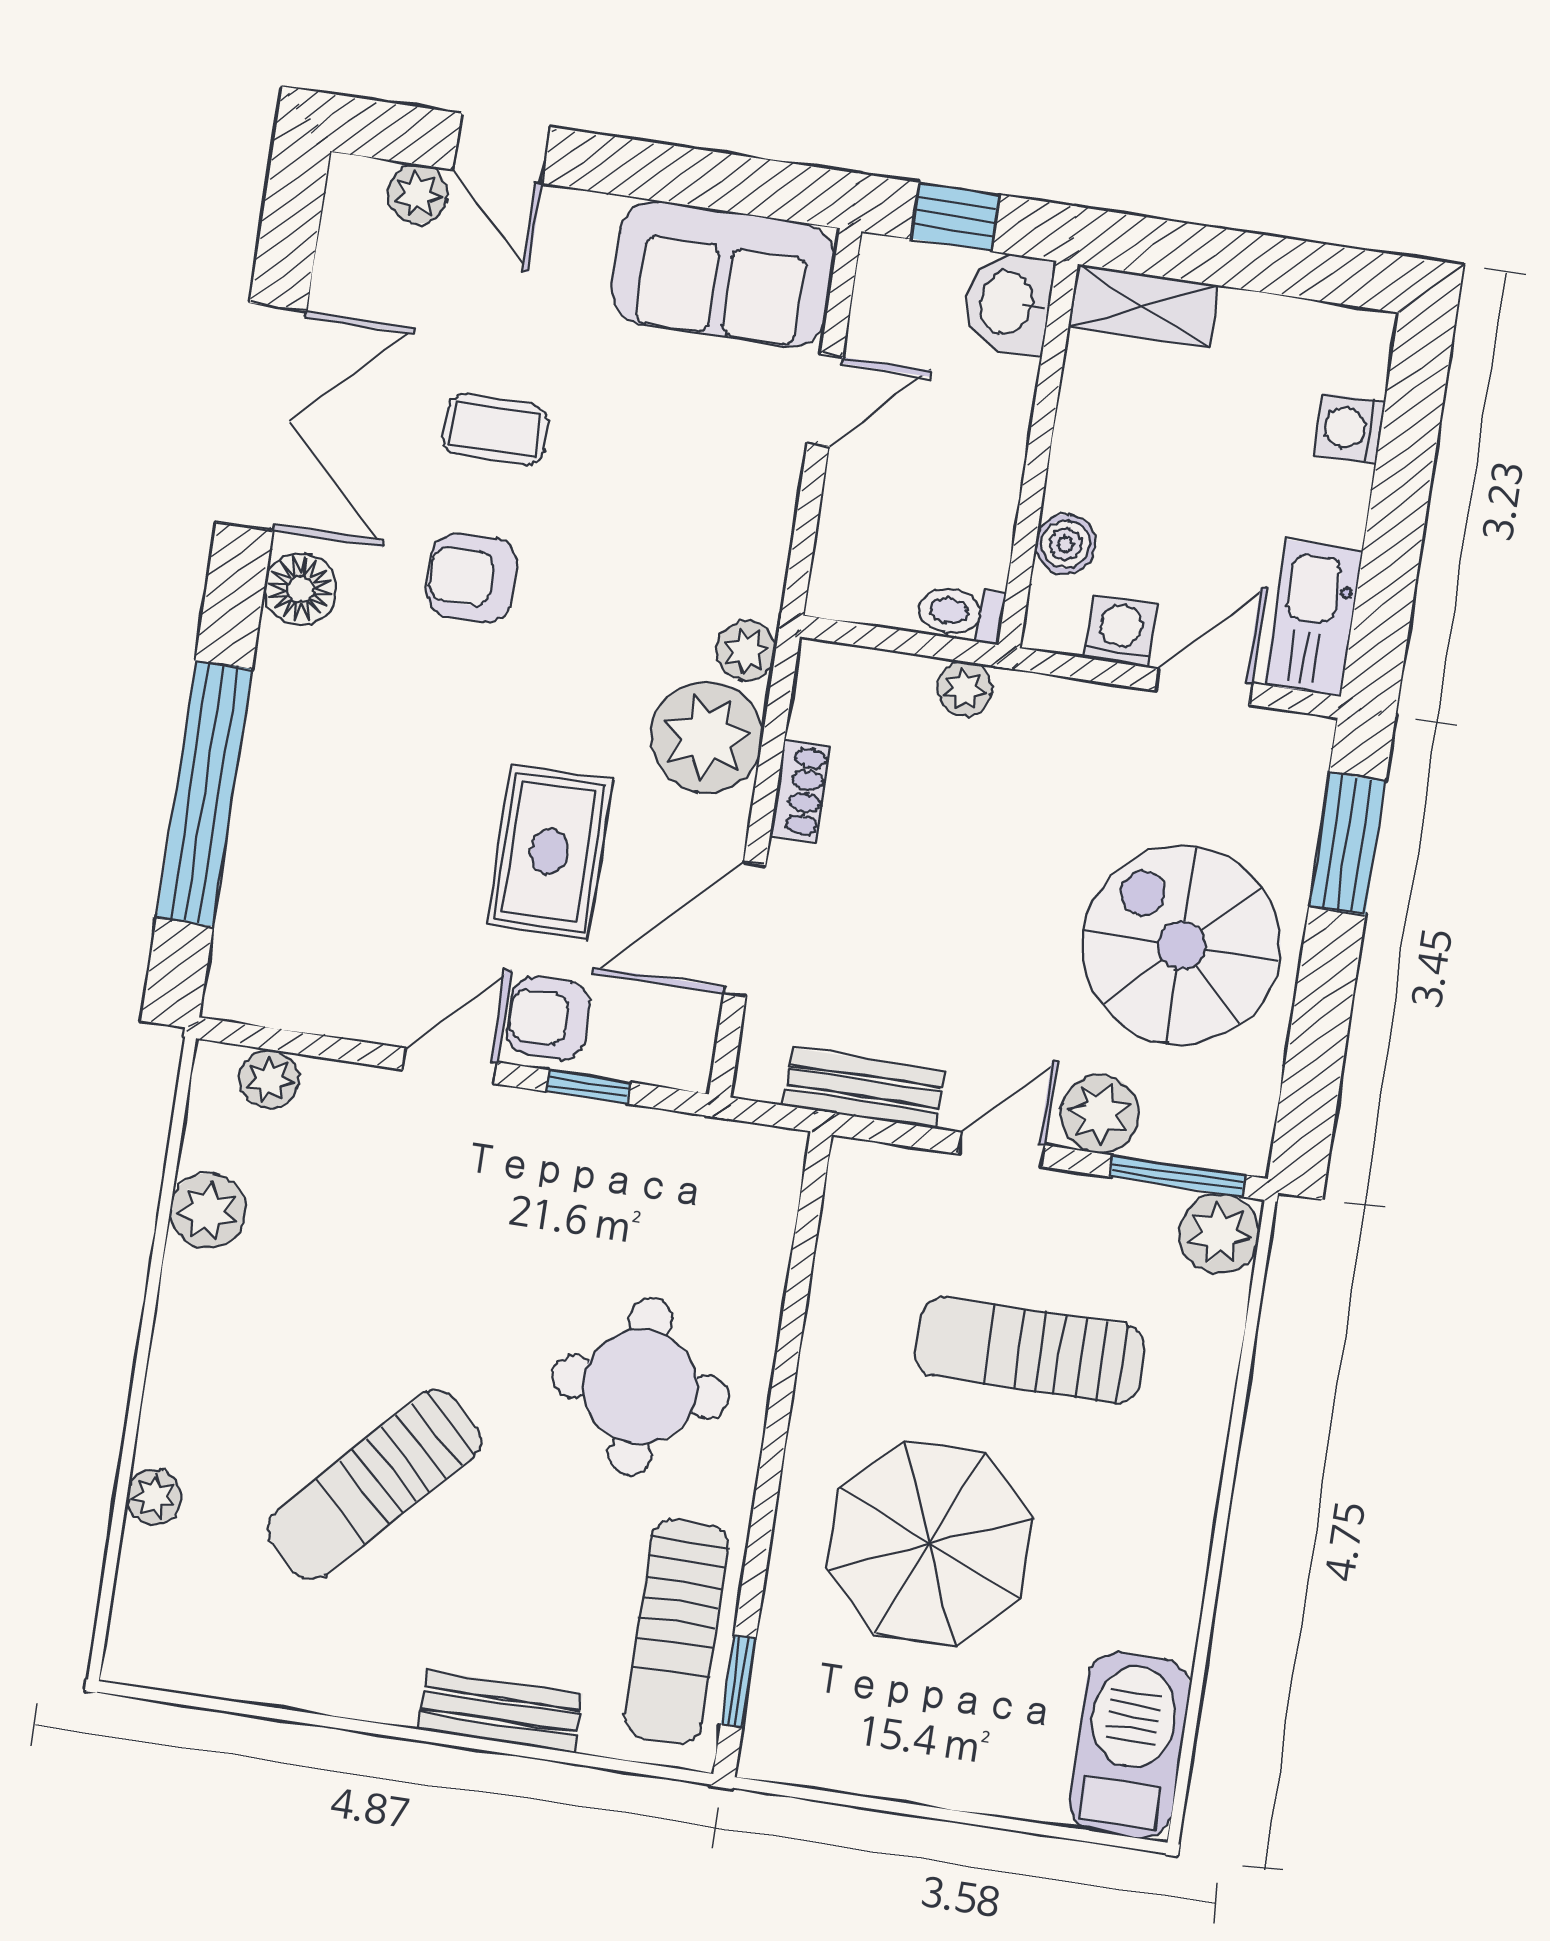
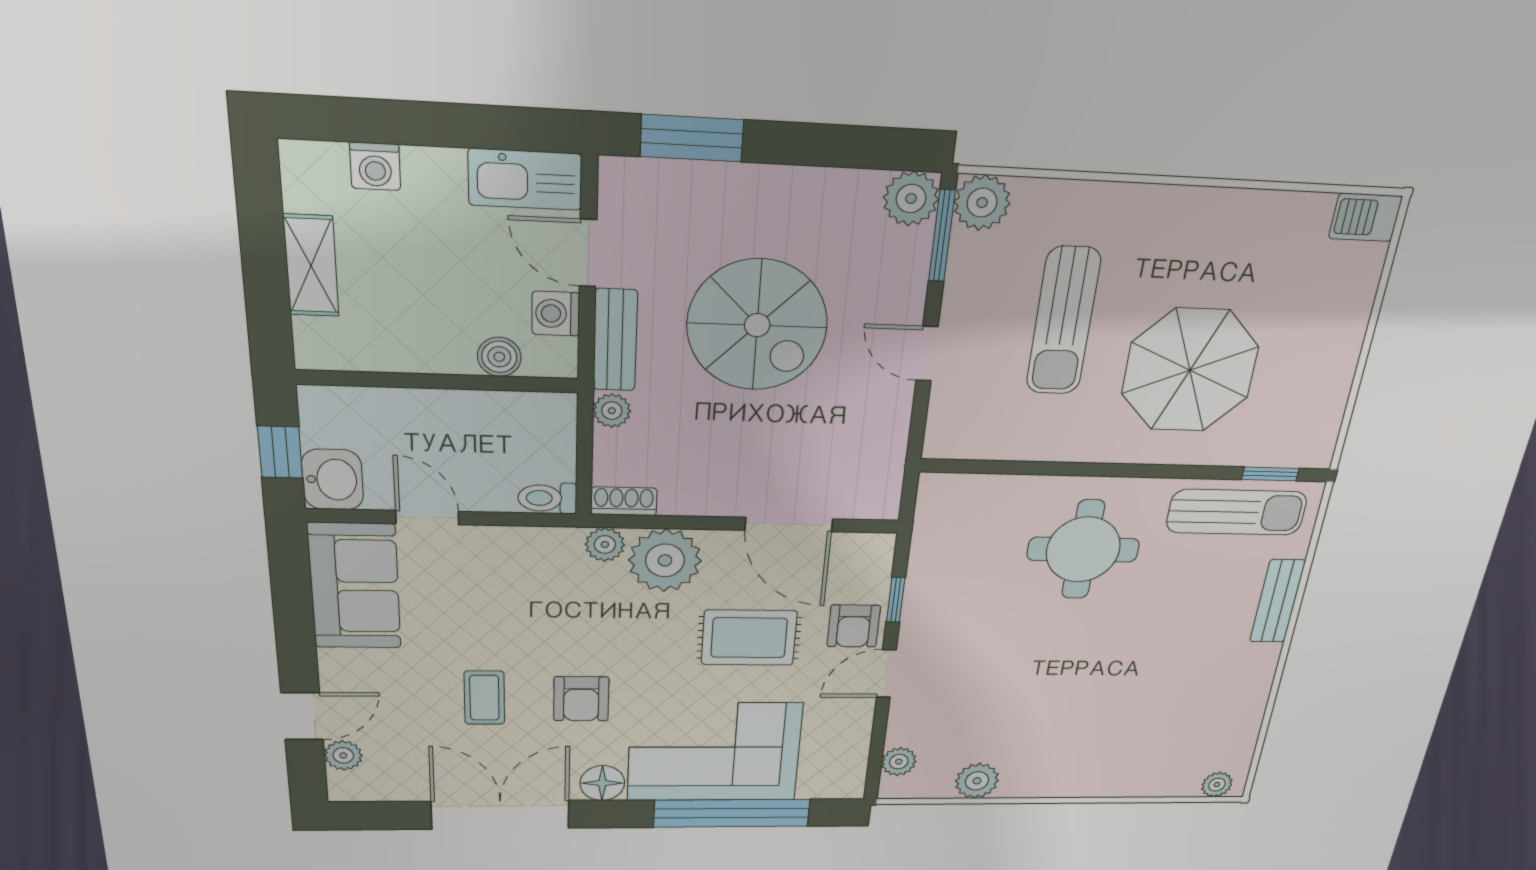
washbasin: (1008, 303) -> (333, 480), moved, turned -90
shelving: (1143, 306) -> (311, 266), moved
toilet: (961, 613) -> (547, 498), moved, turned 90
corner sofa: (335, 777) -> (714, 752), added
shoe rack: (800, 791) -> (624, 501), moved
spiral stairs: (1182, 945) -> (757, 325), moved, turned -90
door: (450, 1066) -> (886, 674), hinge flipped
bench: (864, 1088) -> (615, 340), moved
plant: (1100, 1114) -> (911, 198), moved
sun lounger: (374, 1485) -> (1138, 681), removed
plant: (154, 1497) -> (1217, 785), moved
barbecue: (1130, 1746) -> (1365, 217), width x0.53, depth x0.65

